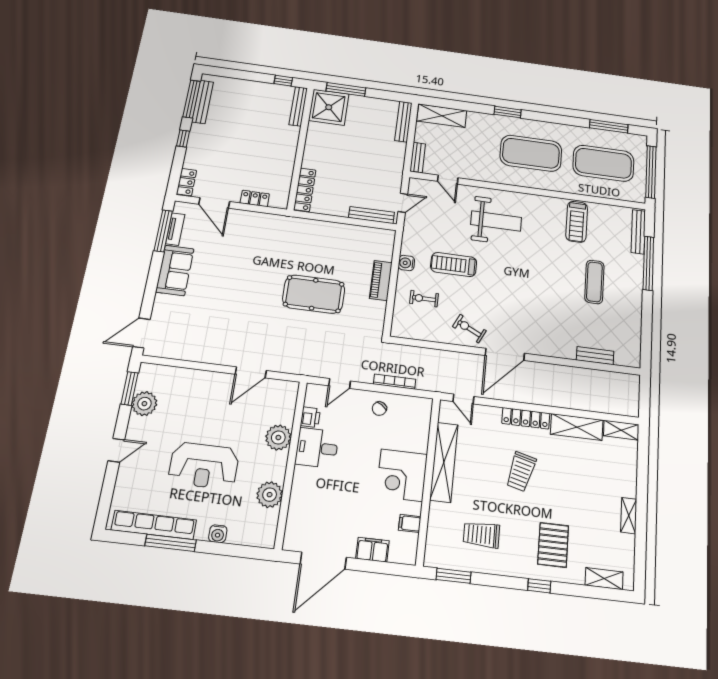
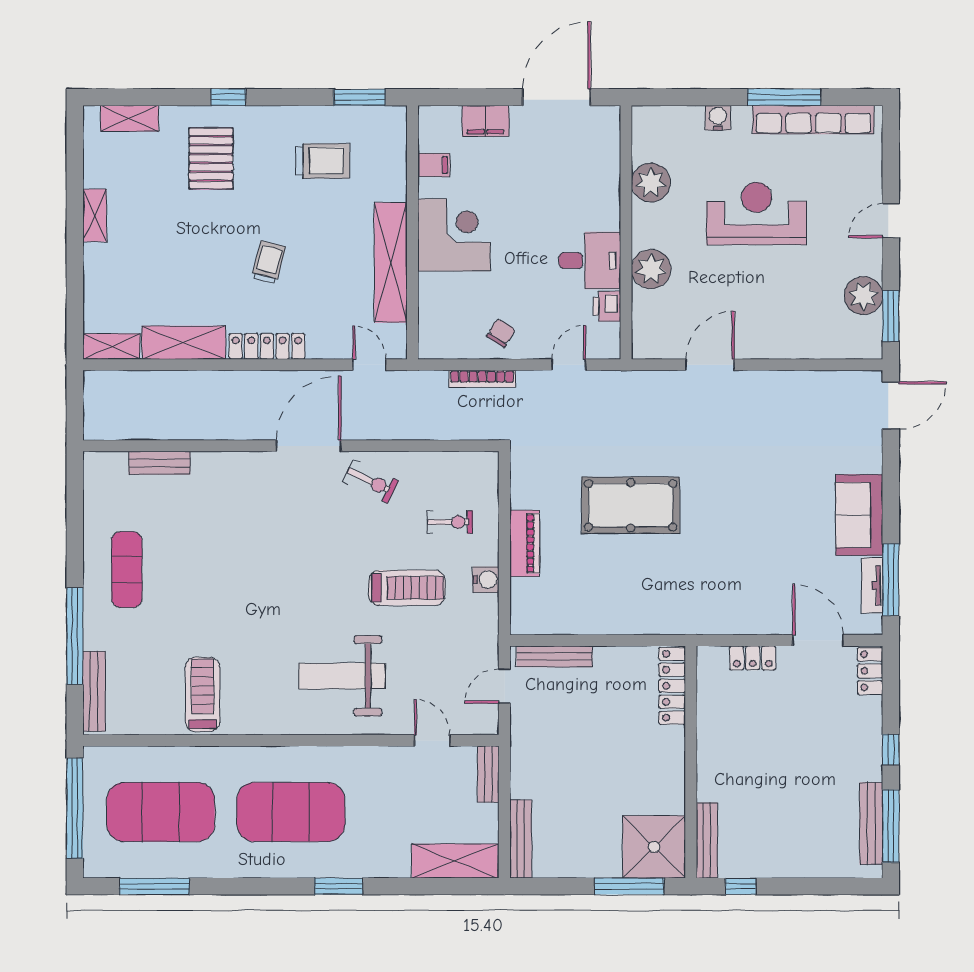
exercise mat: (594, 282) -> (127, 570), moved
trolley: (521, 472) -> (269, 262), width x0.73, depth x0.72

